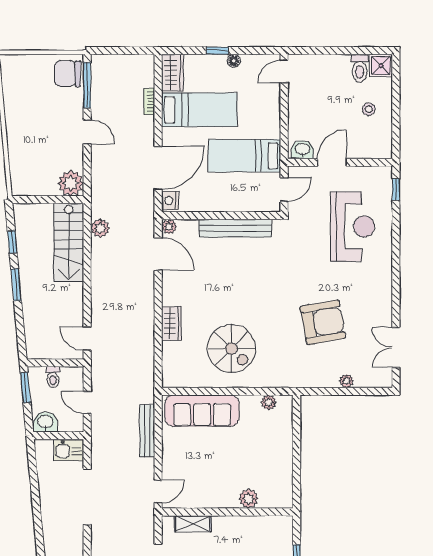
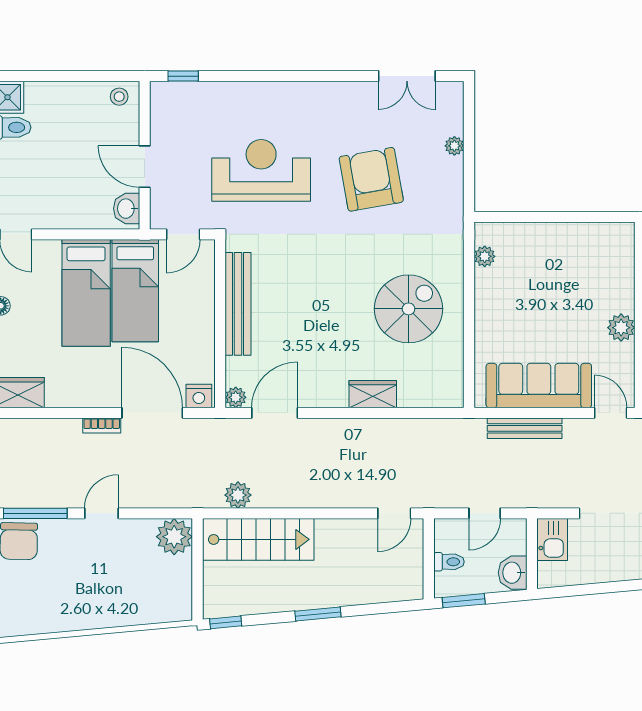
bookcase: (149, 101) -> (102, 426), moved
stool: (369, 109) -> (119, 97), moved
bed: (199, 110) -> (86, 293), moved, turned 180
door: (284, 190) -> (183, 234), swing flipped
reception desk: (353, 226) -> (261, 170), moved
window: (12, 242) -> (226, 622), moved
sofa: (202, 411) -> (539, 386), moved, turned -90
plant: (249, 499) -> (621, 328), moved

